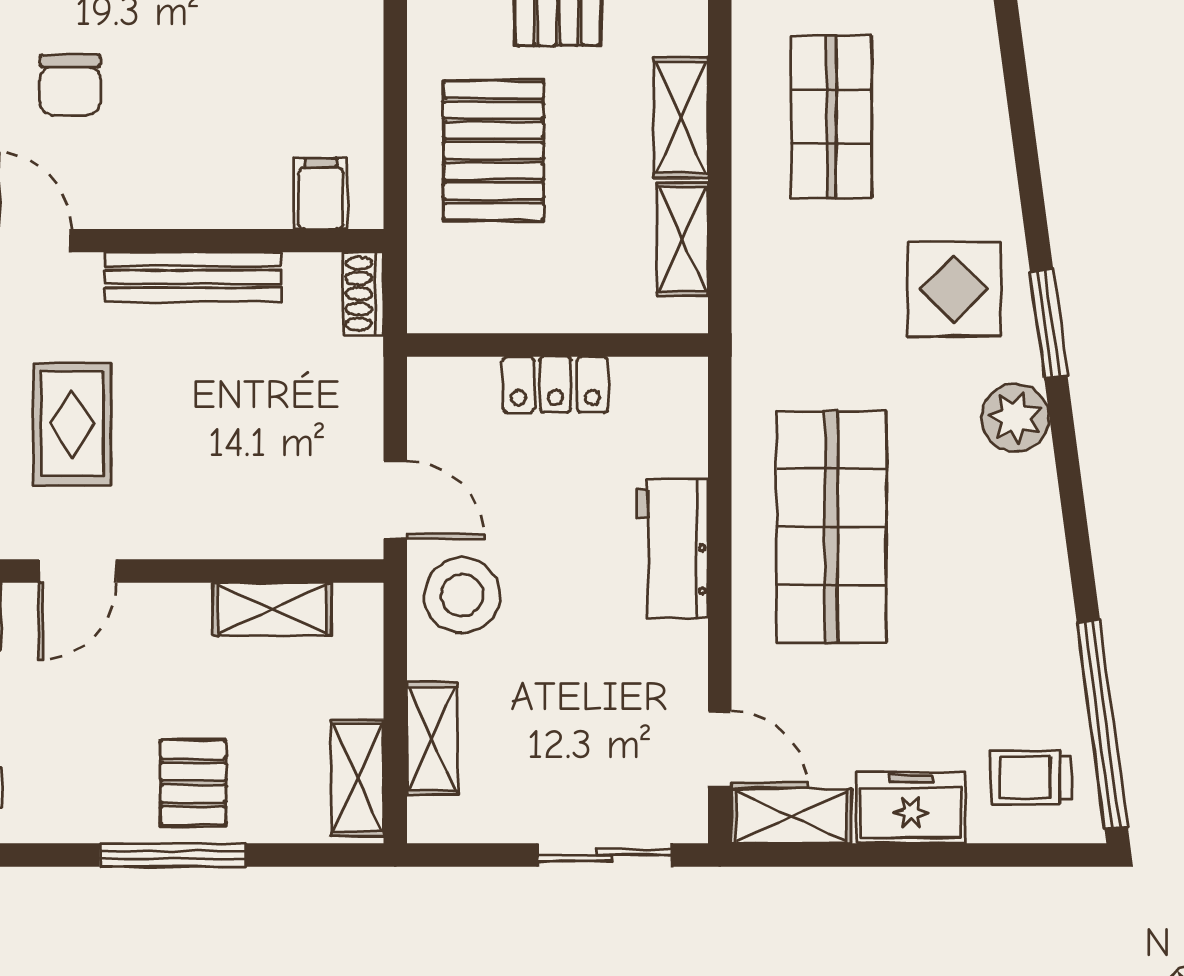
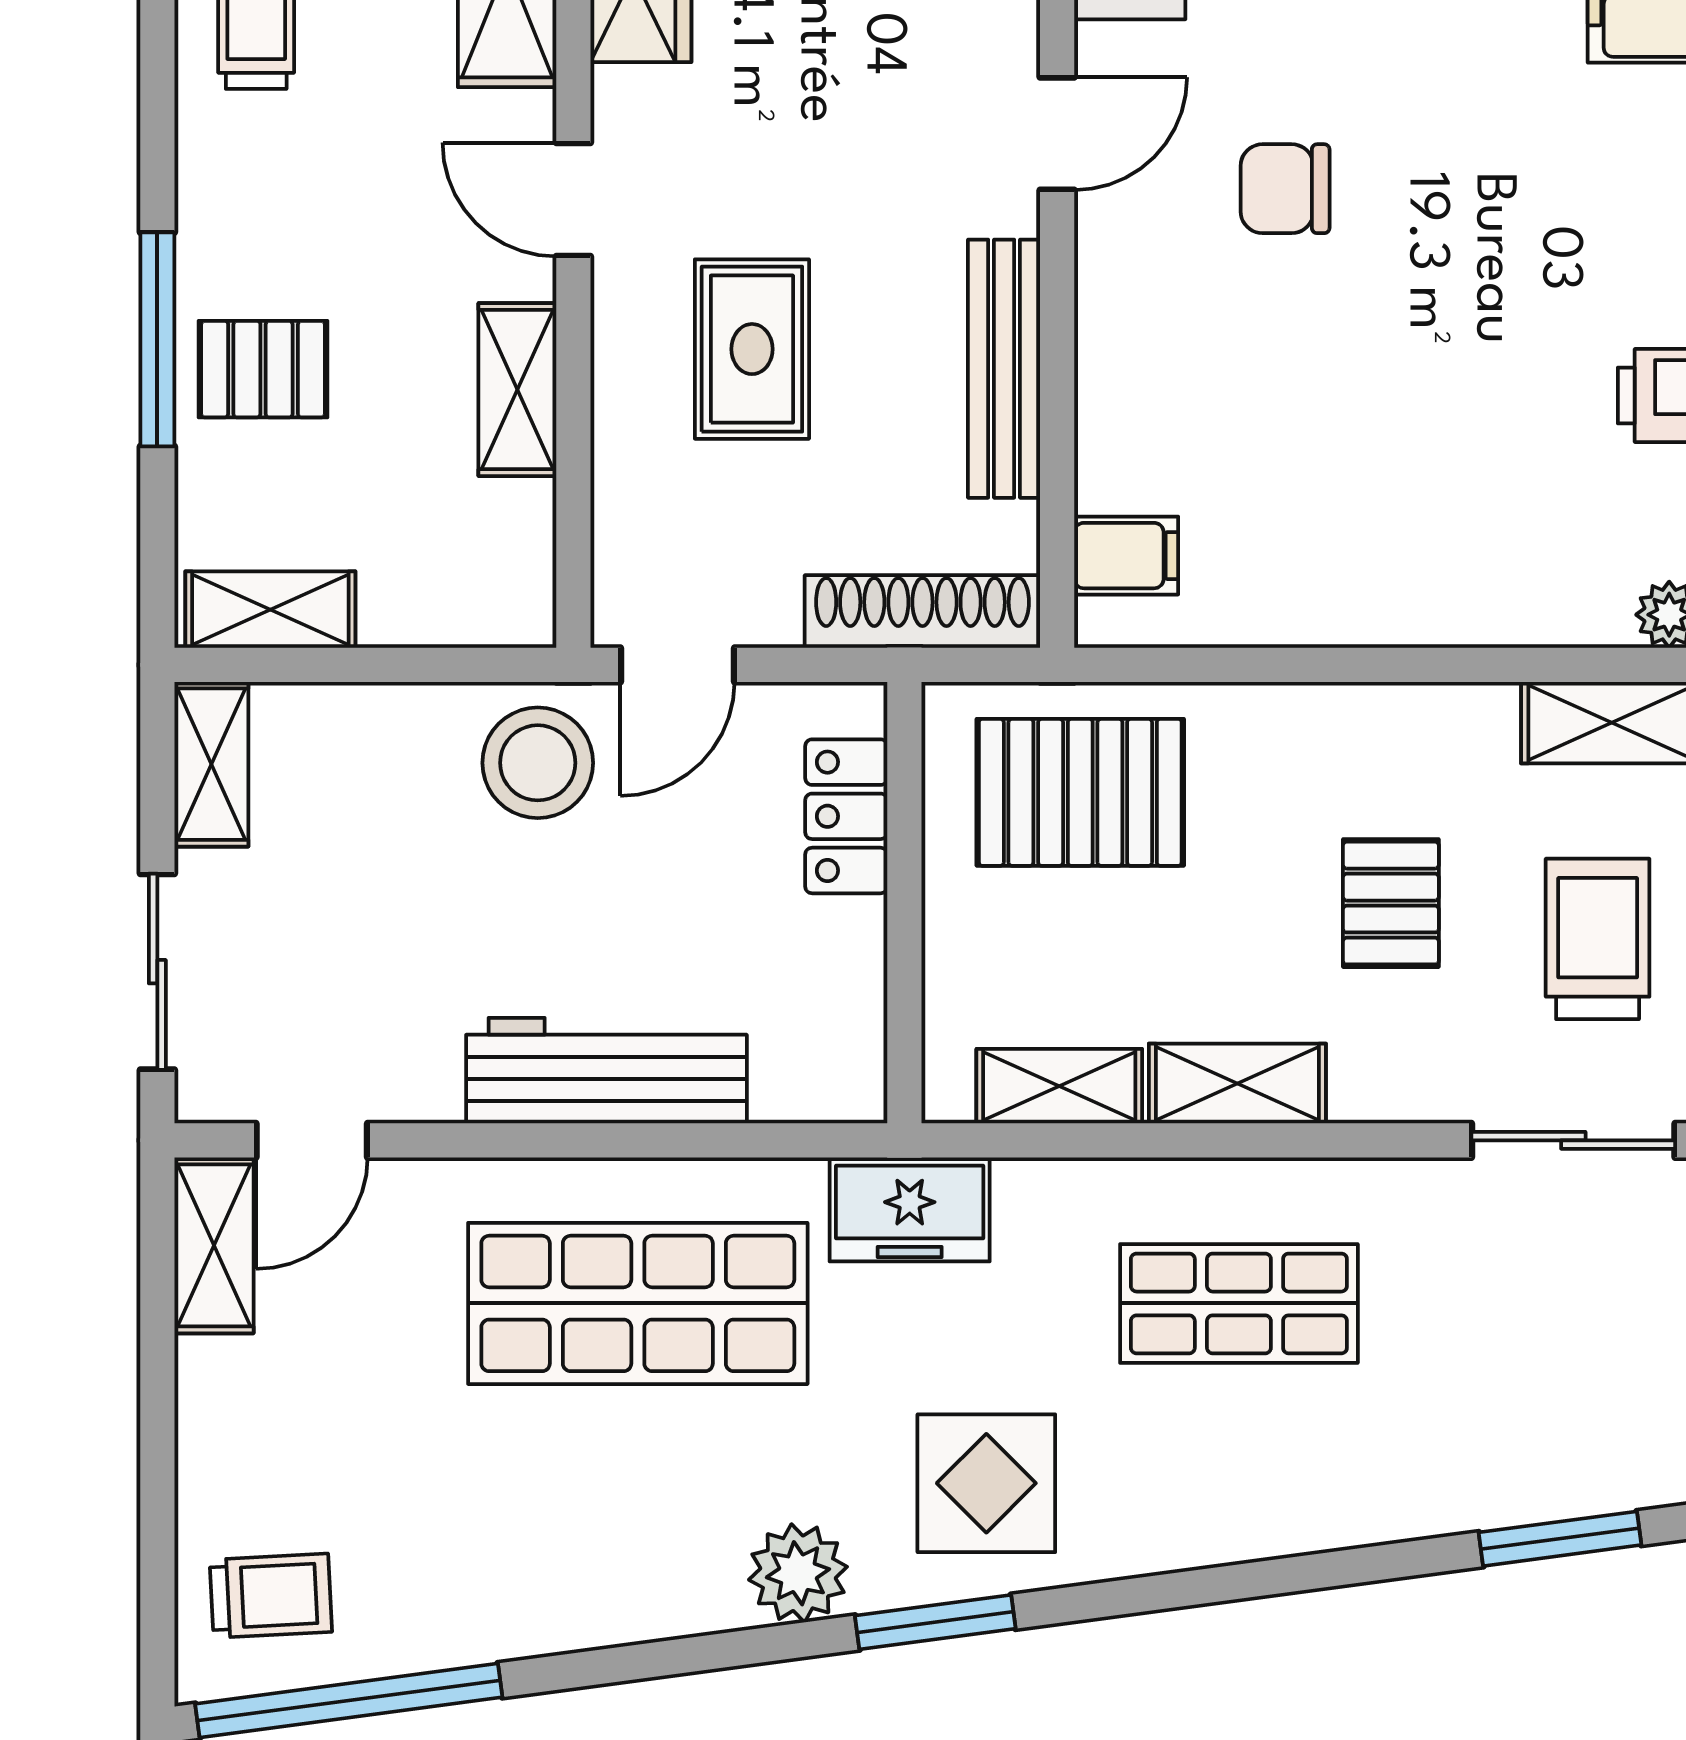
pallet: (494, 151) -> (1080, 792), moved
shoe rack: (364, 294) -> (922, 612), width x1.94, depth x1.24
locker: (555, 385) -> (846, 816), moved
rug: (72, 424) -> (752, 349), moved, turned 90
workbench: (672, 548) -> (606, 1071), width x1.38
shelving: (272, 609) -> (517, 390), moved
shelving: (432, 739) -> (211, 764), moved, turned 90
trolley: (1031, 777) -> (271, 1596), turned 87
freezer: (911, 808) -> (910, 1209), moved, turned 90

